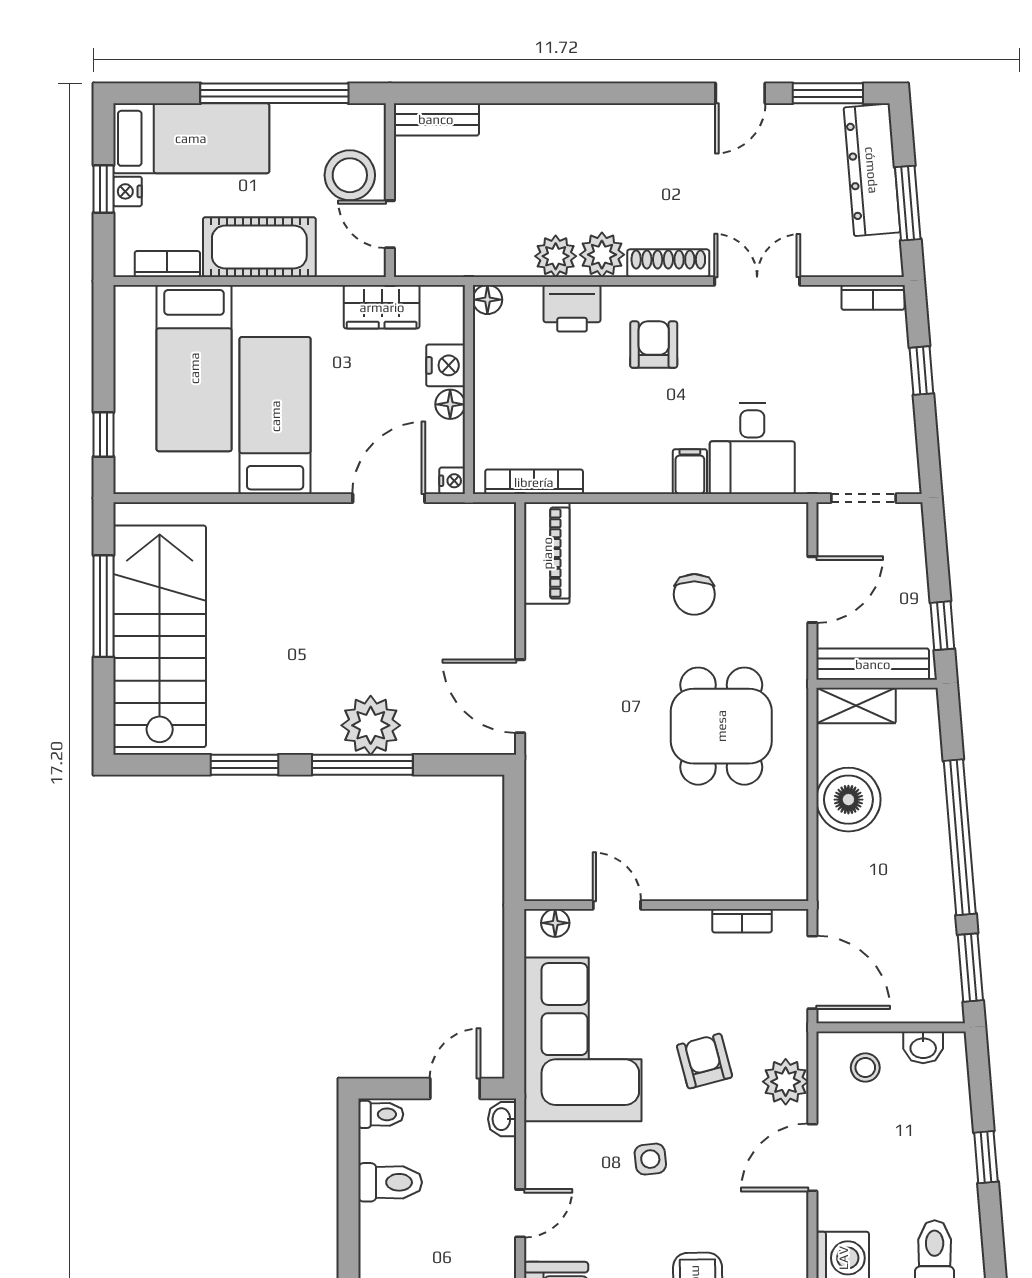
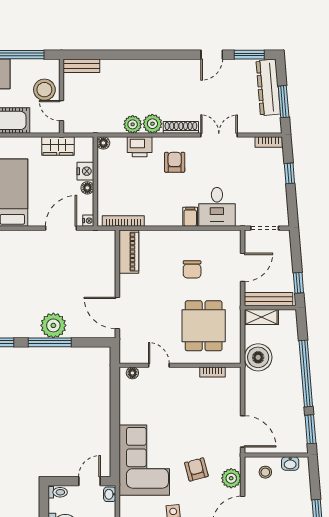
door: (617, 905) -> (159, 365), moved
wall: (666, 905) -> (180, 365), moved
bookcase: (742, 921) -> (213, 372), moved
floor lamp: (555, 923) -> (132, 373), moved

